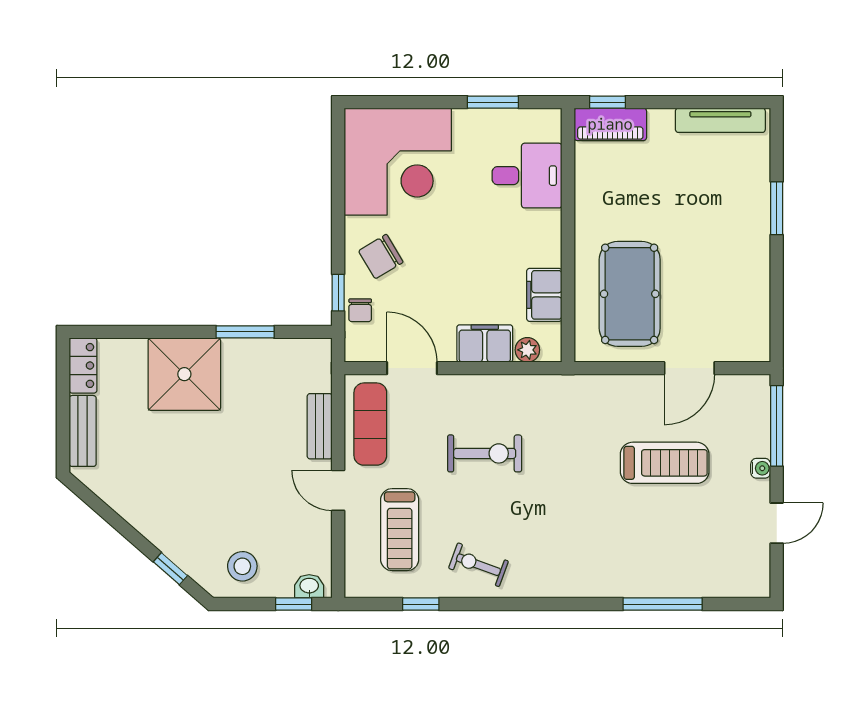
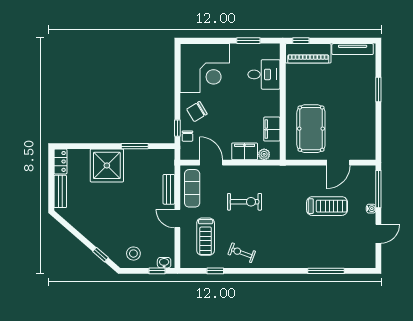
piano: (610, 124) -> (308, 53), width x1.37, depth x1.33

